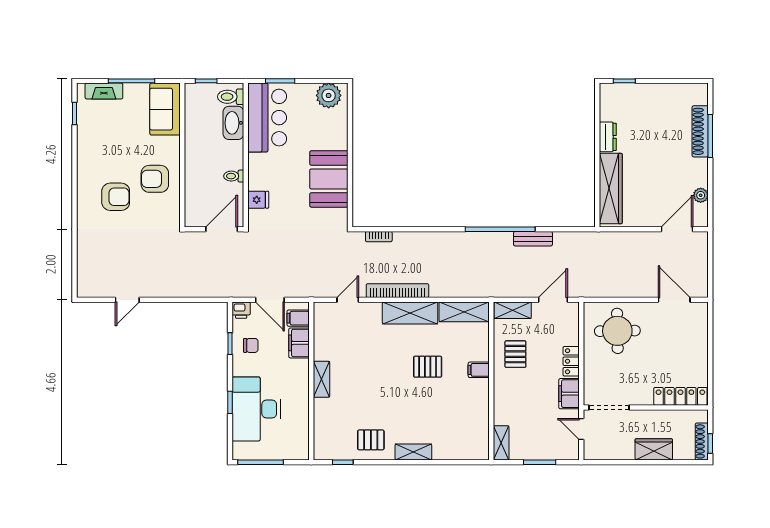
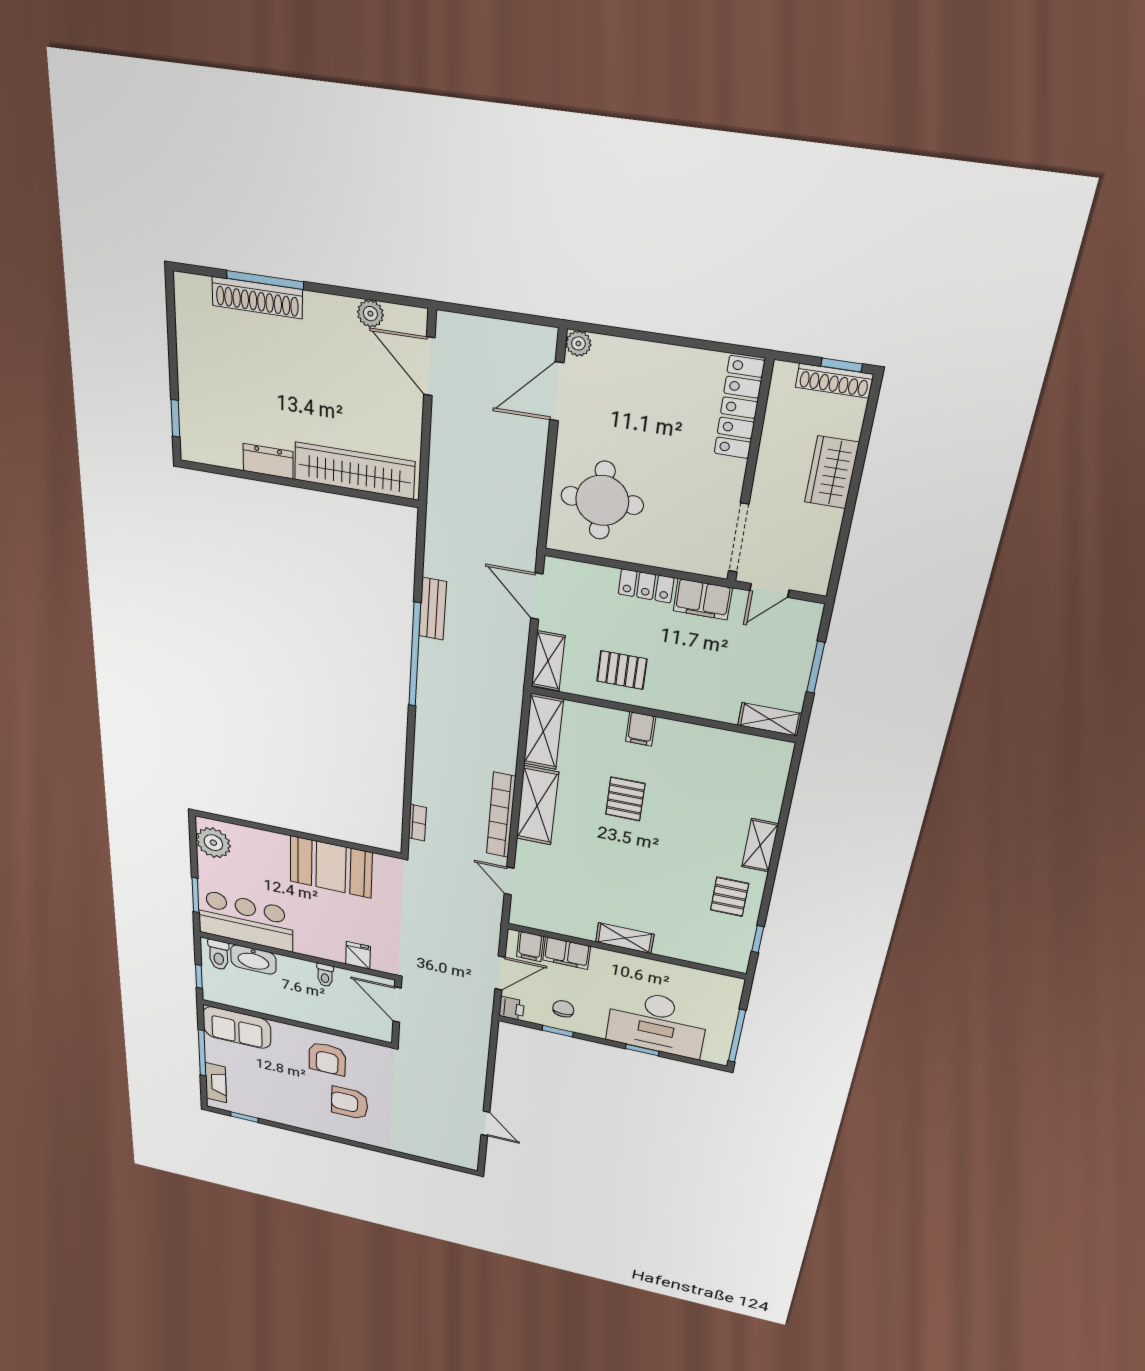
armchair: (116, 197) -> (350, 1103), turned -90
plant: (701, 309) -> (578, 343), added

